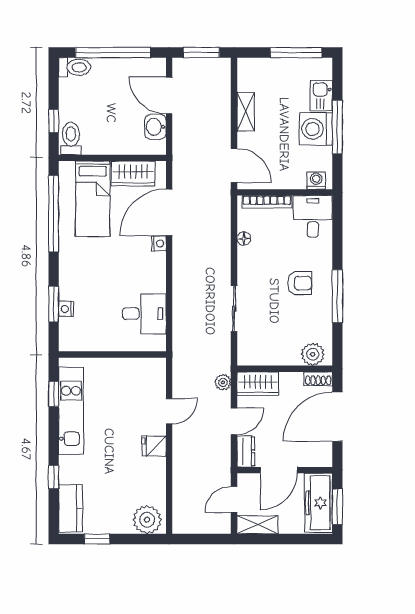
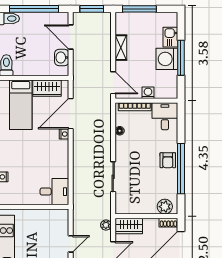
window: (296, 53) -> (139, 9), moved
washing machine: (316, 180) -> (148, 93), moved
armchair: (300, 283) -> (168, 160), moved, turned 90
window: (337, 296) -> (181, 169), width x1.46
desk: (144, 314) -> (54, 192), moved

